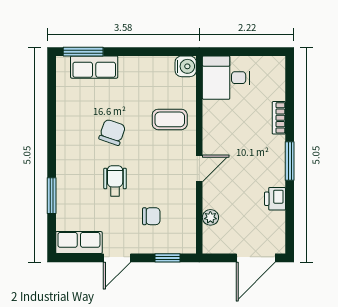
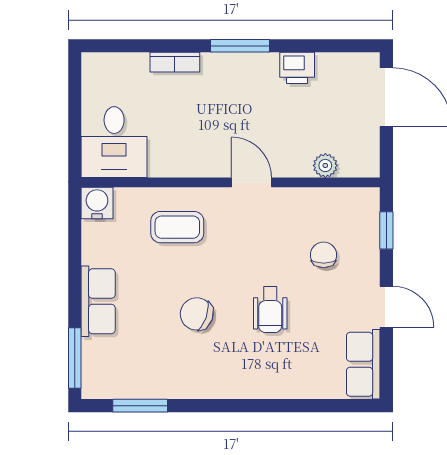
row of seats: (94, 67) -> (98, 301), moved
coffee table: (170, 119) -> (177, 227), turned 90
wheelchair: (115, 181) -> (270, 310), turned -90
window: (52, 196) -> (140, 406), moved

